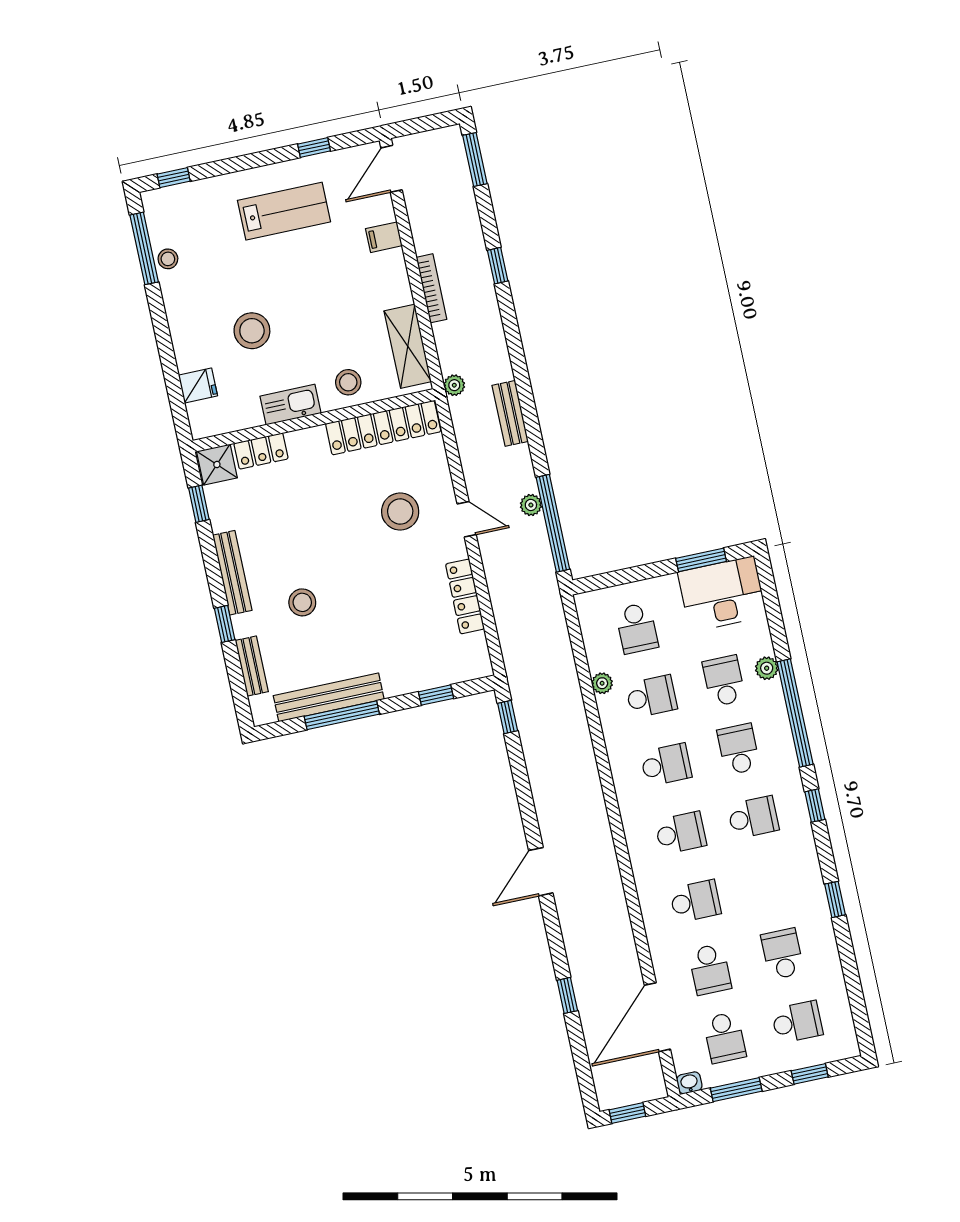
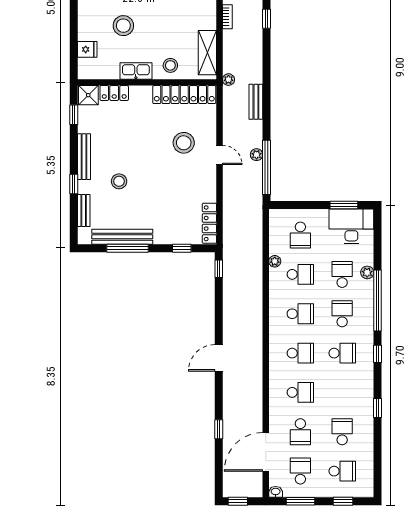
bookcase: (432, 288) -> (227, 17), width x0.64
locker: (465, 596) -> (209, 223), moved
school desk: (725, 1038) -> (300, 471), turned 180

